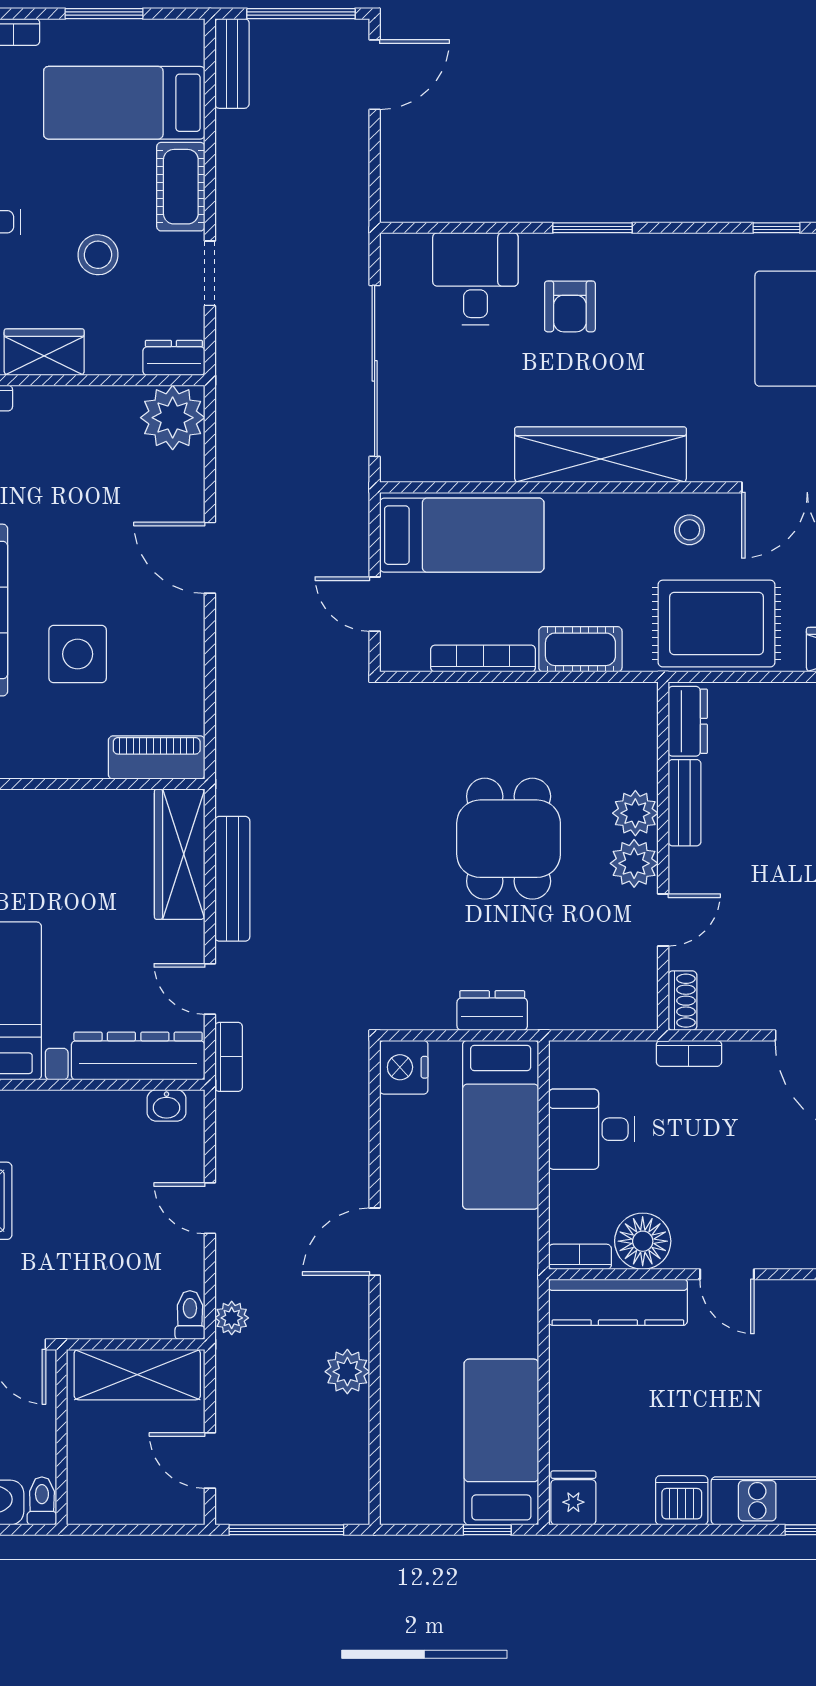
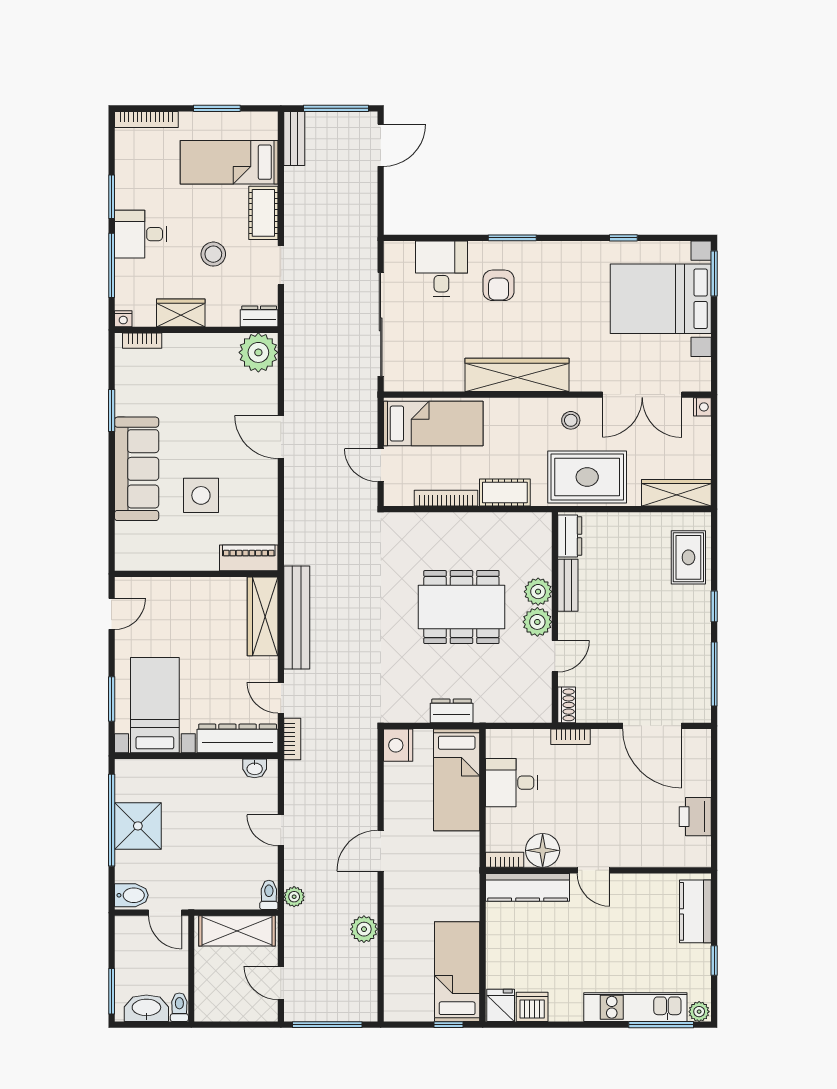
dining table: (509, 839) -> (461, 607), width x1.37
bench: (232, 879) -> (297, 617), width x1.37, depth x1.21
dishwasher: (682, 1500) -> (532, 1007), moved

